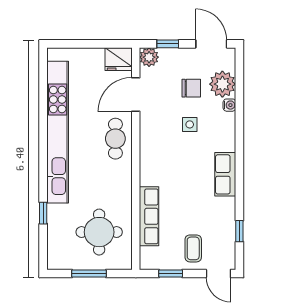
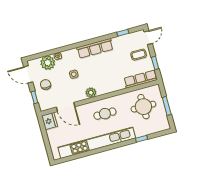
door: (211, 44) -> (28, 74), hinge flipped
plant: (149, 57) -> (91, 93), moved
chair: (191, 88) -> (46, 84), moved
cafe table: (115, 139) -> (105, 114), moved
row of seats: (225, 174) -> (95, 48), width x1.48
row of seats: (149, 216) -> (141, 79), moved

